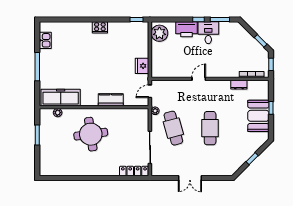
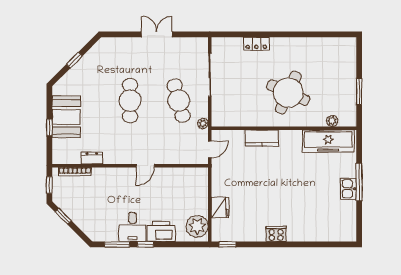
kitchen sink: (45, 40) -> (348, 189), moved
fridge: (142, 66) -> (220, 207), moved
round table: (91, 134) -> (288, 93), turned 32
locker: (134, 171) -> (256, 44), moved, width x0.66

